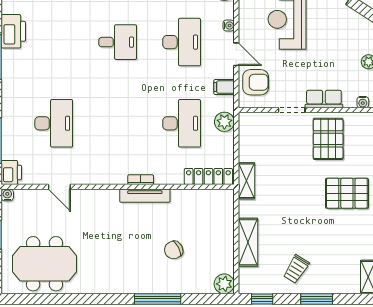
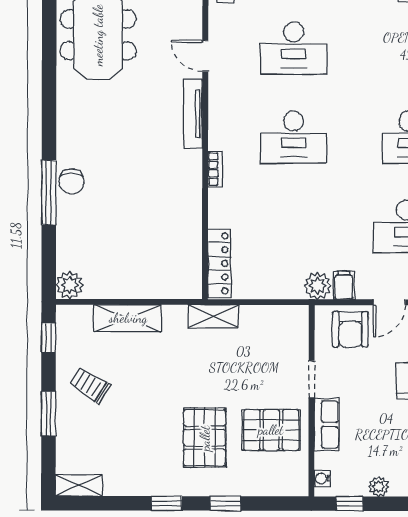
plant: (224, 122) -> (318, 286), moved
desk: (182, 123) -> (293, 137), moved
door: (59, 187) -> (205, 56), hinge flipped
pallet: (347, 193) -> (205, 438), moved
tv unit: (145, 196) -> (193, 113), moved
chair: (174, 250) -> (72, 181), moved, turned -153

